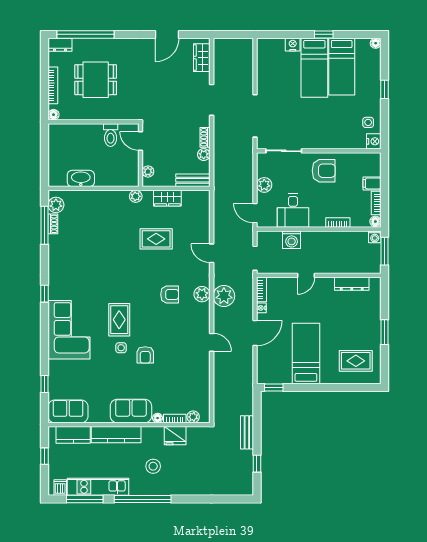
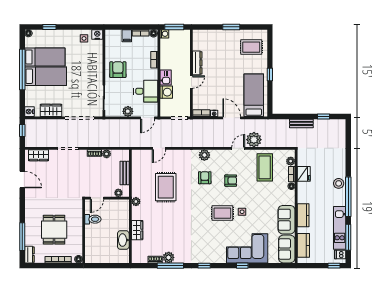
window: (85, 34) -> (22, 237), width x0.68
window: (237, 34) -> (22, 131), added
window: (324, 34) -> (22, 70), width x3.17
nightstand: (293, 45) -> (29, 112), moved
wardrobe: (266, 75) -> (51, 110), added
window: (384, 89) -> (49, 27), moved
bench: (193, 180) -> (125, 173), moved
wardrobe: (167, 198) -> (137, 230), moved
plant: (56, 205) -> (169, 257), moved
window: (44, 225) -> (170, 266), moved
rug: (156, 239) -> (166, 187), width x1.36, depth x1.43
kitchen sink: (312, 239) -> (166, 77), added
door: (212, 253) -> (159, 148), moved
door: (306, 275) -> (191, 82), hinge flipped
dresser: (352, 284) -> (197, 63), moved
plant: (224, 296) -> (254, 140), moved
corner sofa: (69, 330) -> (247, 248), moved
bed: (306, 353) -> (254, 95), moved, turned 90
armchair: (145, 355) -> (231, 181), moved
rug: (356, 361) -> (251, 47), turned 90
coffee table: (184, 380) -> (265, 167), added
window: (44, 384) -> (242, 266), moved
window: (274, 387) -> (270, 74), moved
sofa: (131, 411) -> (286, 220), moved
kitchen counter: (116, 435) -> (303, 215), width x0.67
window: (44, 456) -> (334, 266), moved
stool: (153, 466) -> (339, 183), moved

